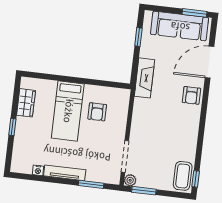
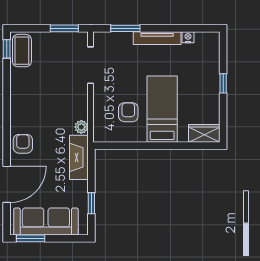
wardrobe: (26, 103) -> (204, 133), moved, turned 90
plant: (130, 180) -> (81, 127), moved

